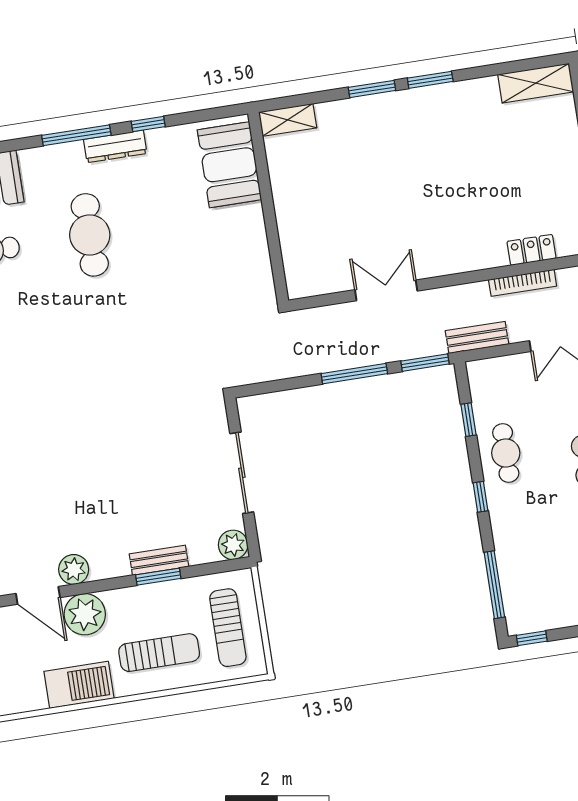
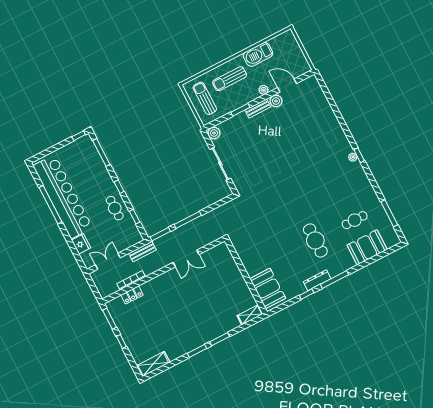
bench: (159, 560) -> (258, 108), moved
plant: (85, 614) -> (264, 90), width x0.53, depth x0.53

